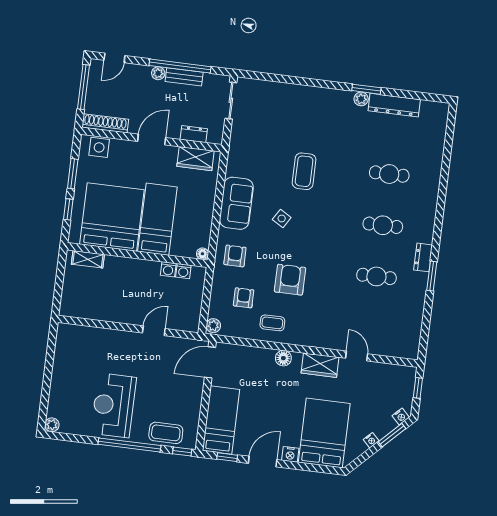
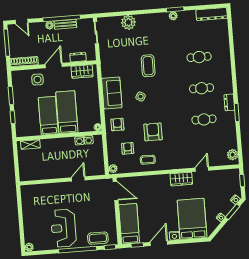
door: (114, 58) -> (22, 21), hinge flipped
plant: (287, 95) -> (128, 22), added
dresser: (394, 105) -> (212, 14), moved
side table: (99, 147) -> (37, 80), moved
bed: (112, 217) -> (48, 116), width x0.49
plant: (411, 343) -> (233, 155), added
door: (357, 356) -> (202, 169), hinge flipped
floor lamp: (283, 358) -> (159, 179), removed
door: (210, 362) -> (116, 191), swing flipped

